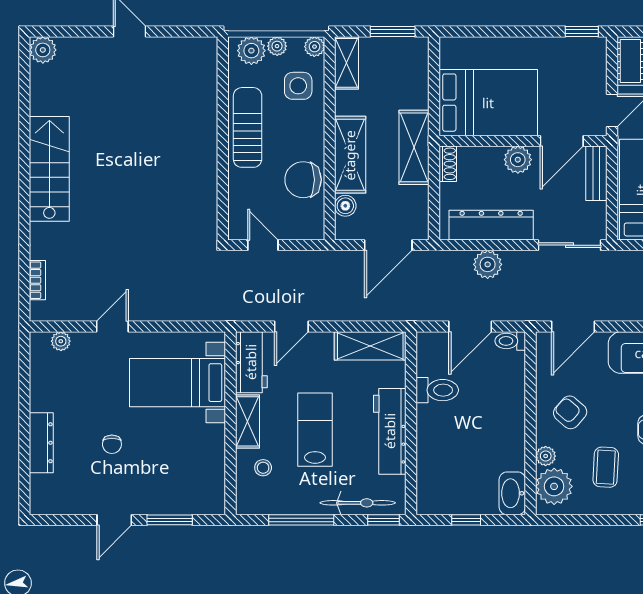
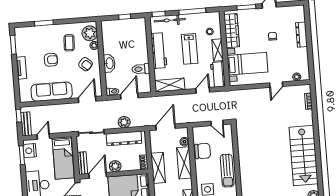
stairs: (49, 169) -> (304, 155), width x1.36, depth x1.51
wardrobe: (210, 466) -> (232, 31), added
washbasin: (512, 493) -> (109, 63), moved

